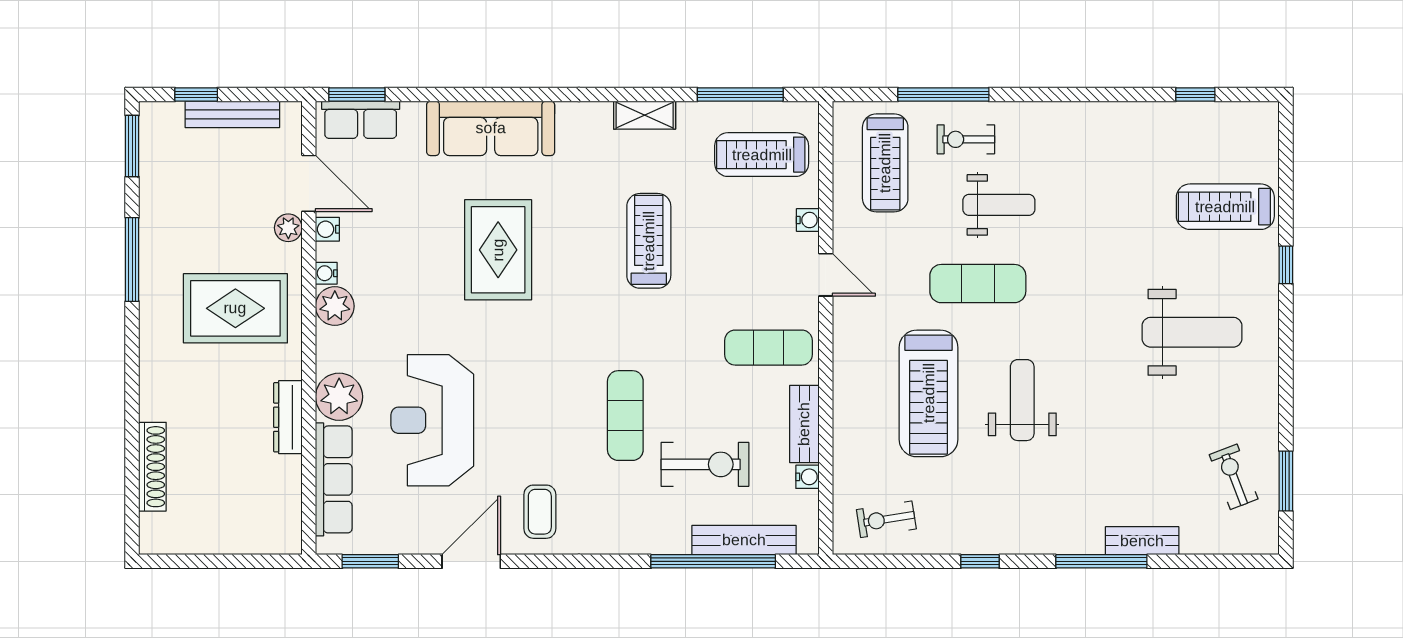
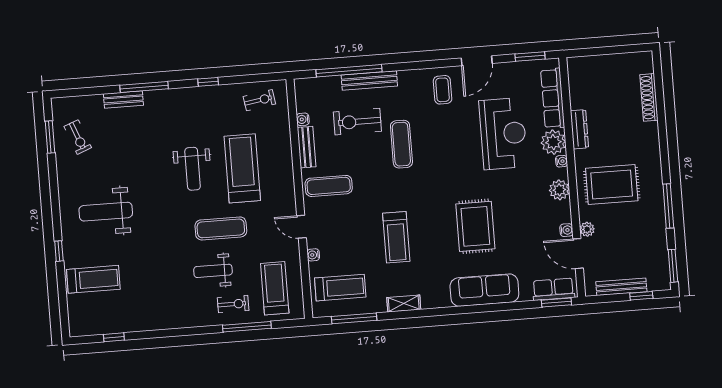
water cooler: (326, 273) -> (562, 161), moved
bench: (744, 540) -> (369, 81), moved

